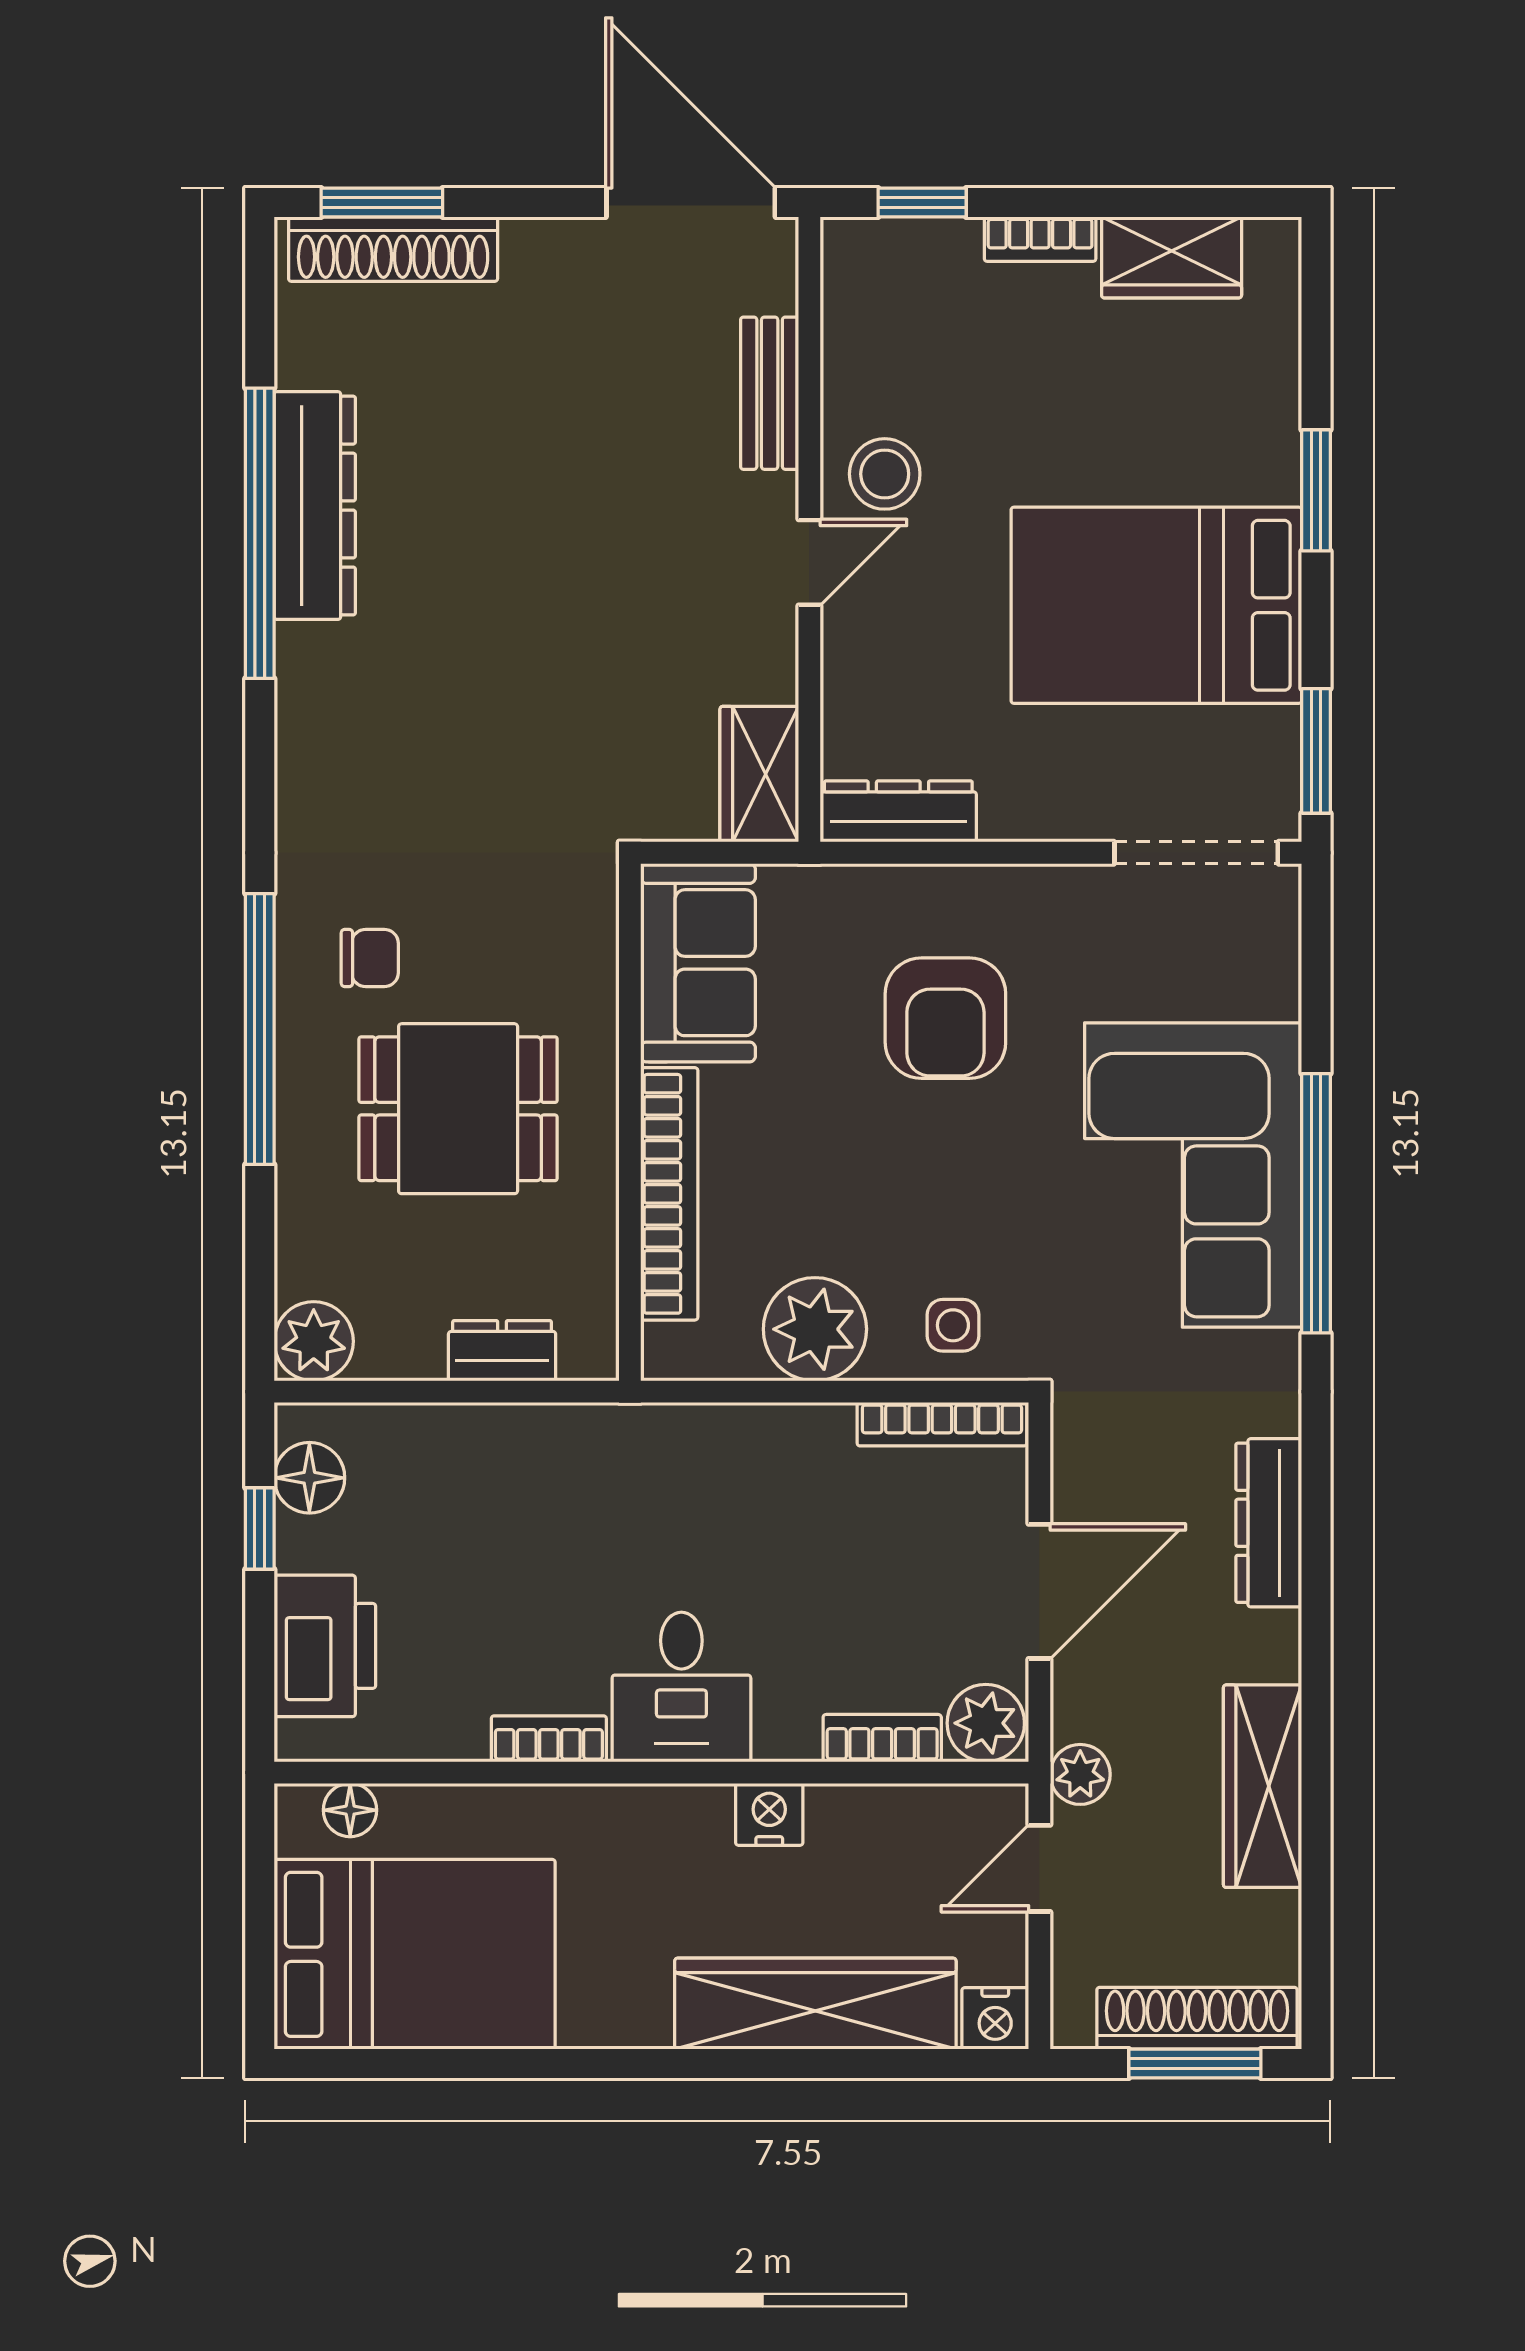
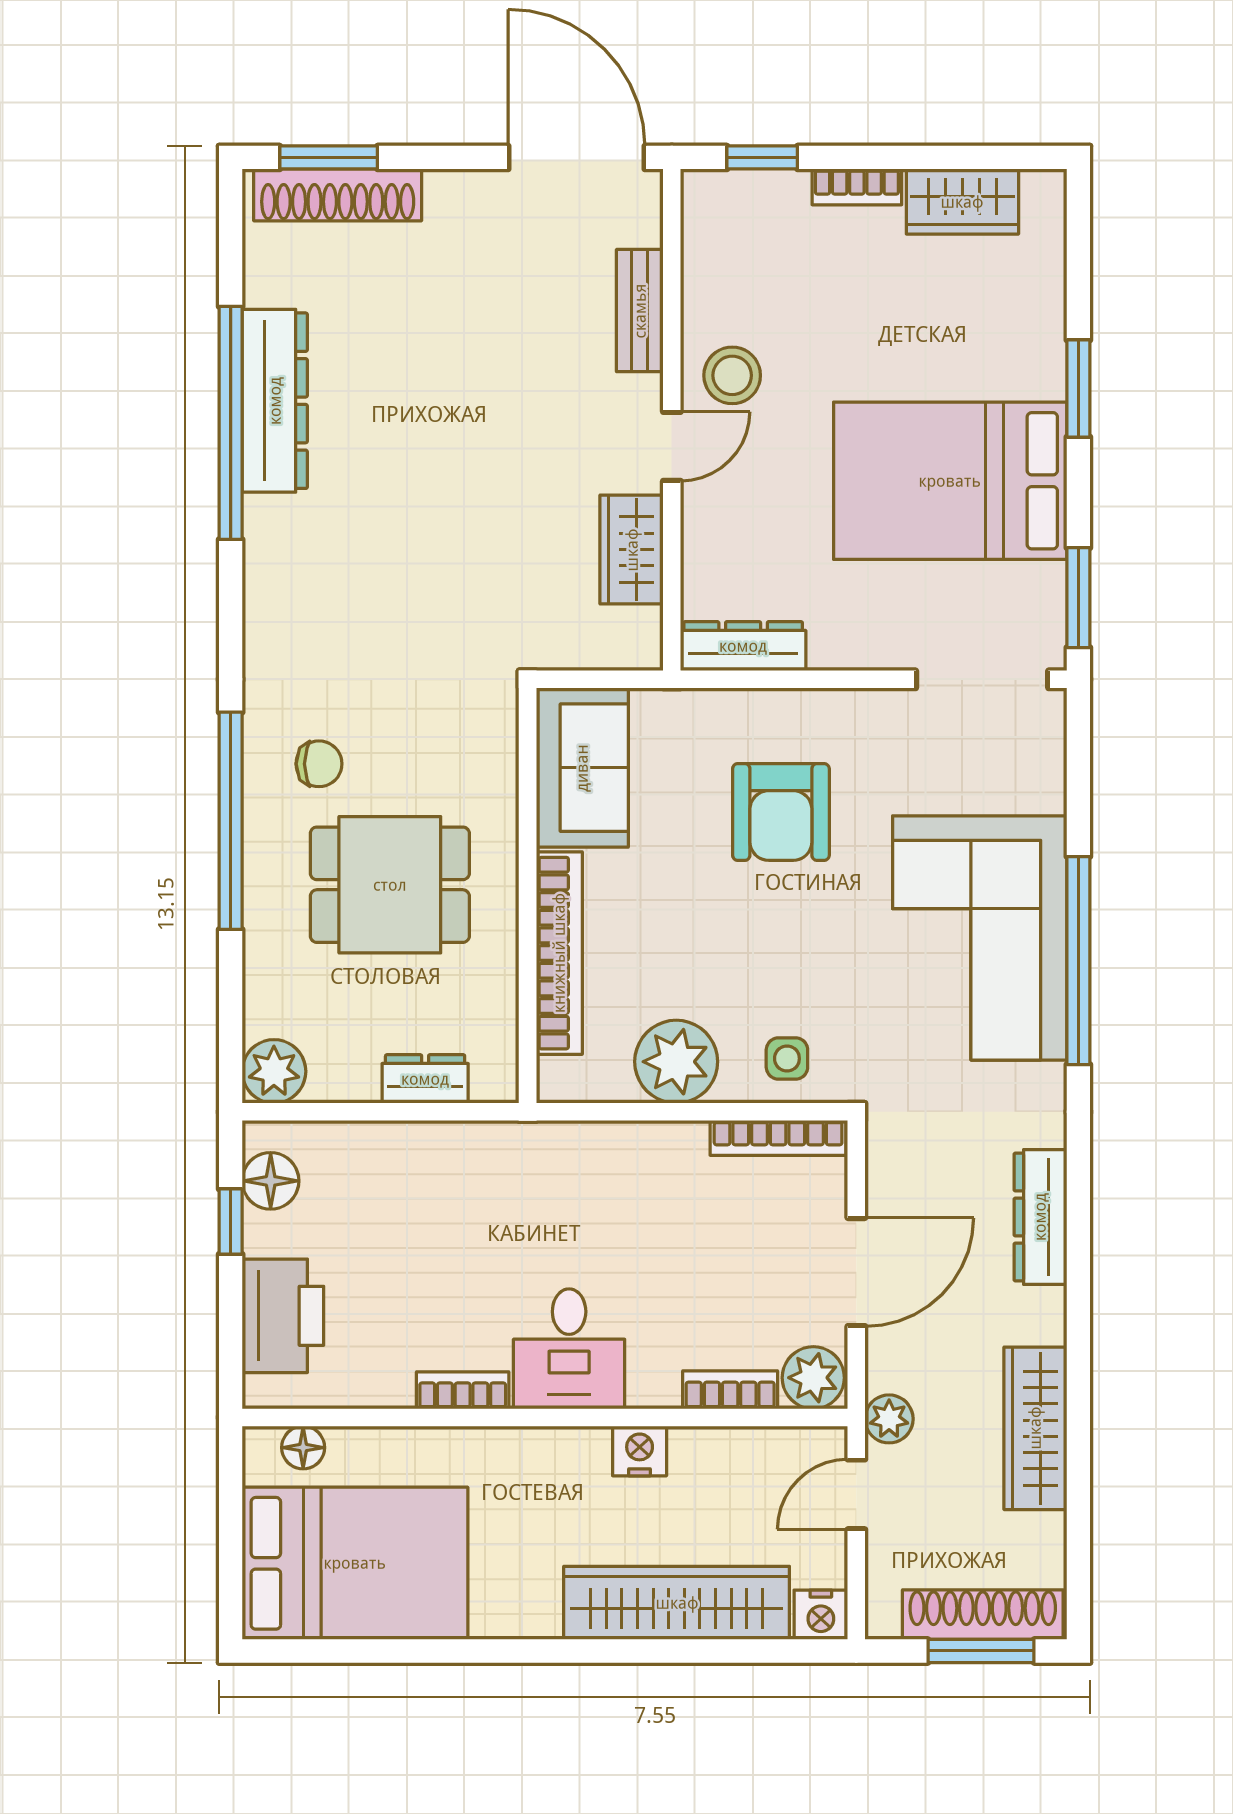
wardrobe: (759, 774) -> (632, 550), moved

